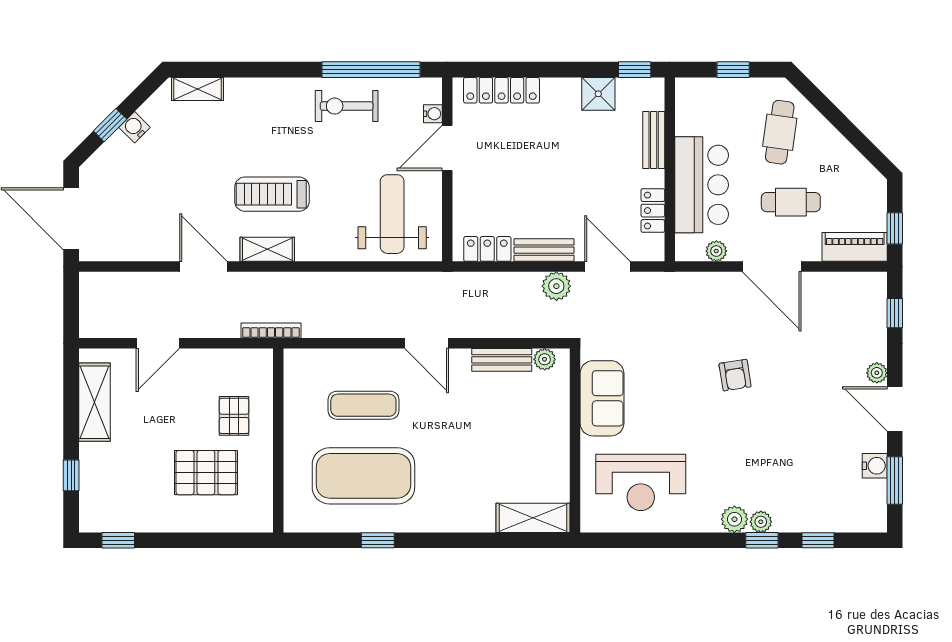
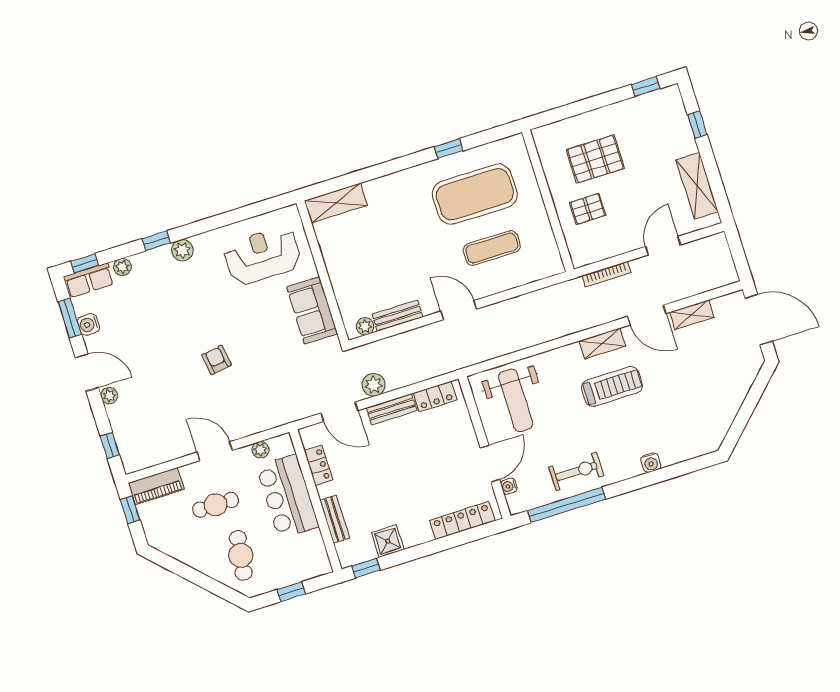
shelving: (197, 89) -> (692, 315), moved
window: (110, 125) -> (752, 400), removed
water cooler: (135, 127) -> (651, 463), moved, turned 45
door: (772, 267) -> (215, 451), width x0.73
bookcase: (271, 331) -> (606, 274), moved
pallet: (234, 416) -> (588, 209), turned 90
row of seats: (858, 519) -> (89, 280), added
plant: (761, 522) -> (122, 267), moved
window: (818, 540) -> (85, 263), moved

